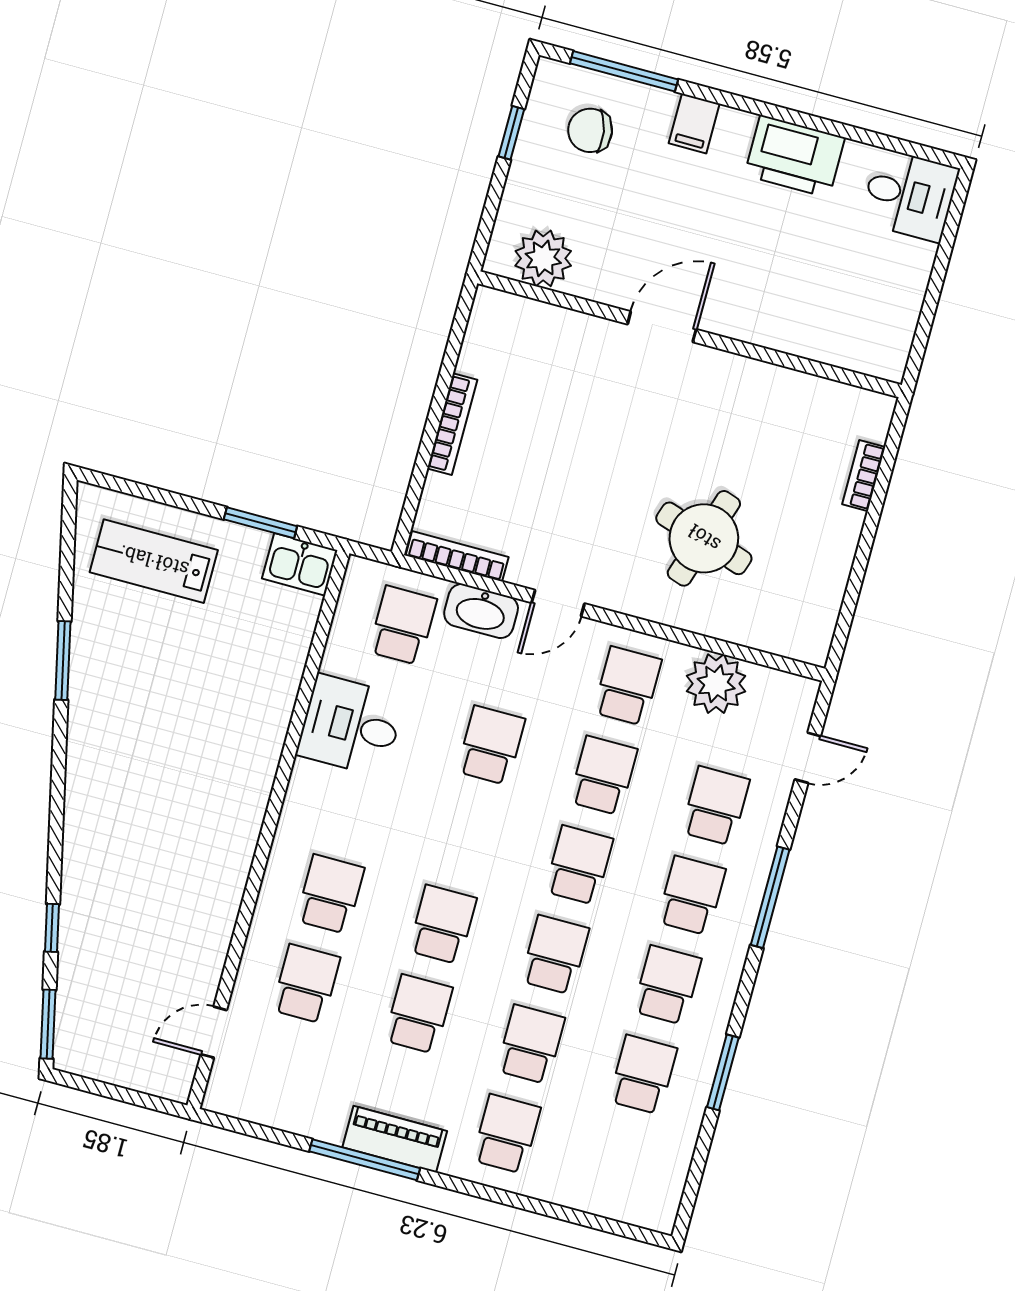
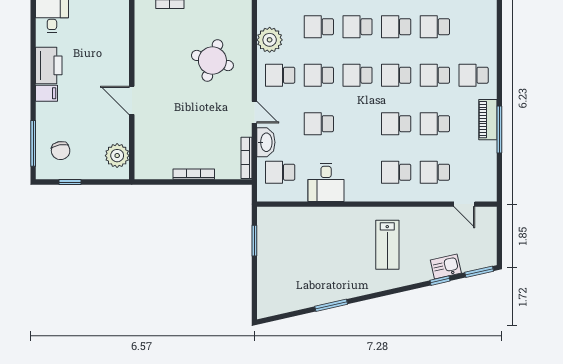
filing cabinet: (694, 123) -> (46, 93), moved
lab bench: (154, 561) -> (387, 245), moved
kitchen sink: (300, 564) -> (446, 267), moved, turned -103

